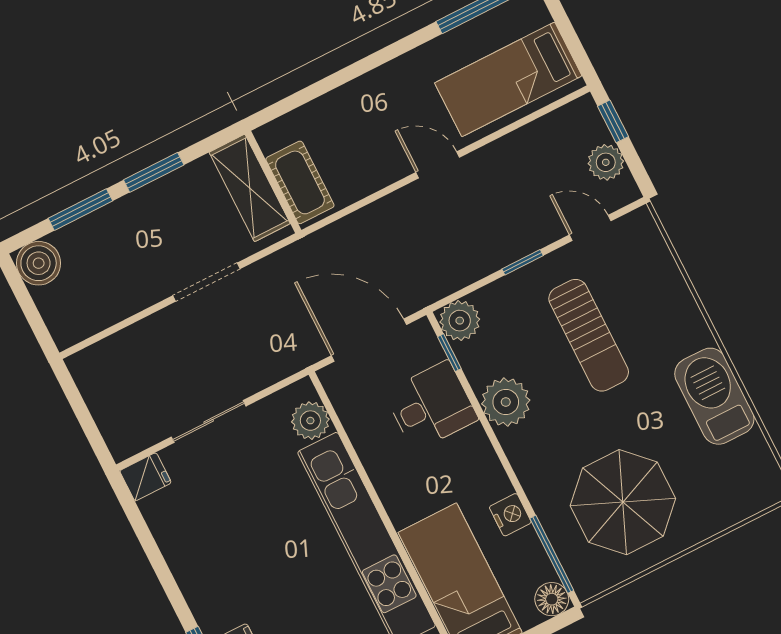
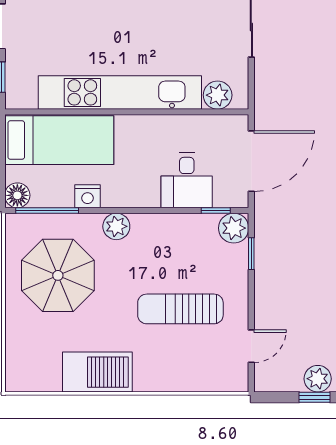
plant: (606, 162) -> (318, 379), moved
window: (523, 262) -> (251, 254), moved
plant: (506, 402) -> (116, 226), moved, width x0.73, depth x0.73

